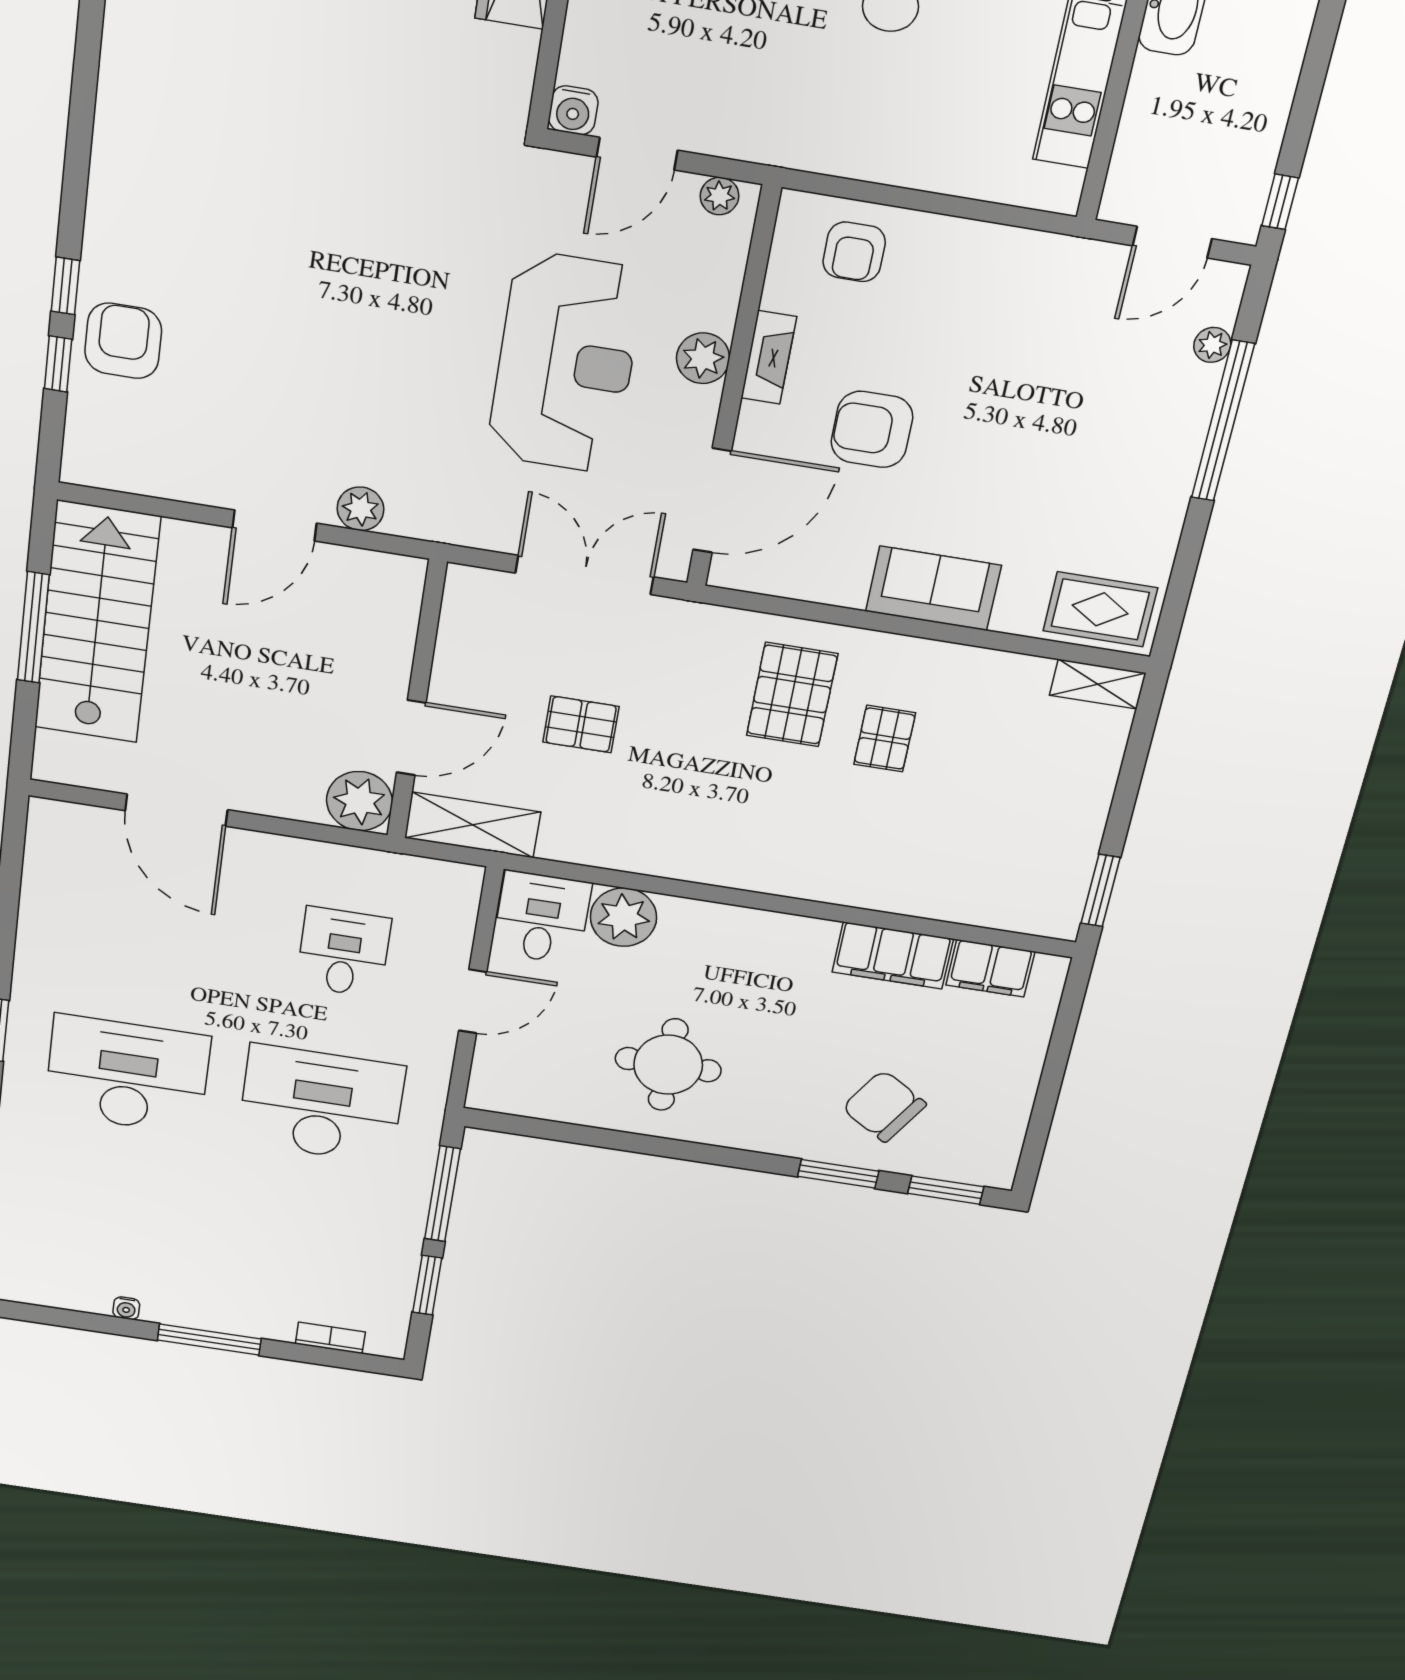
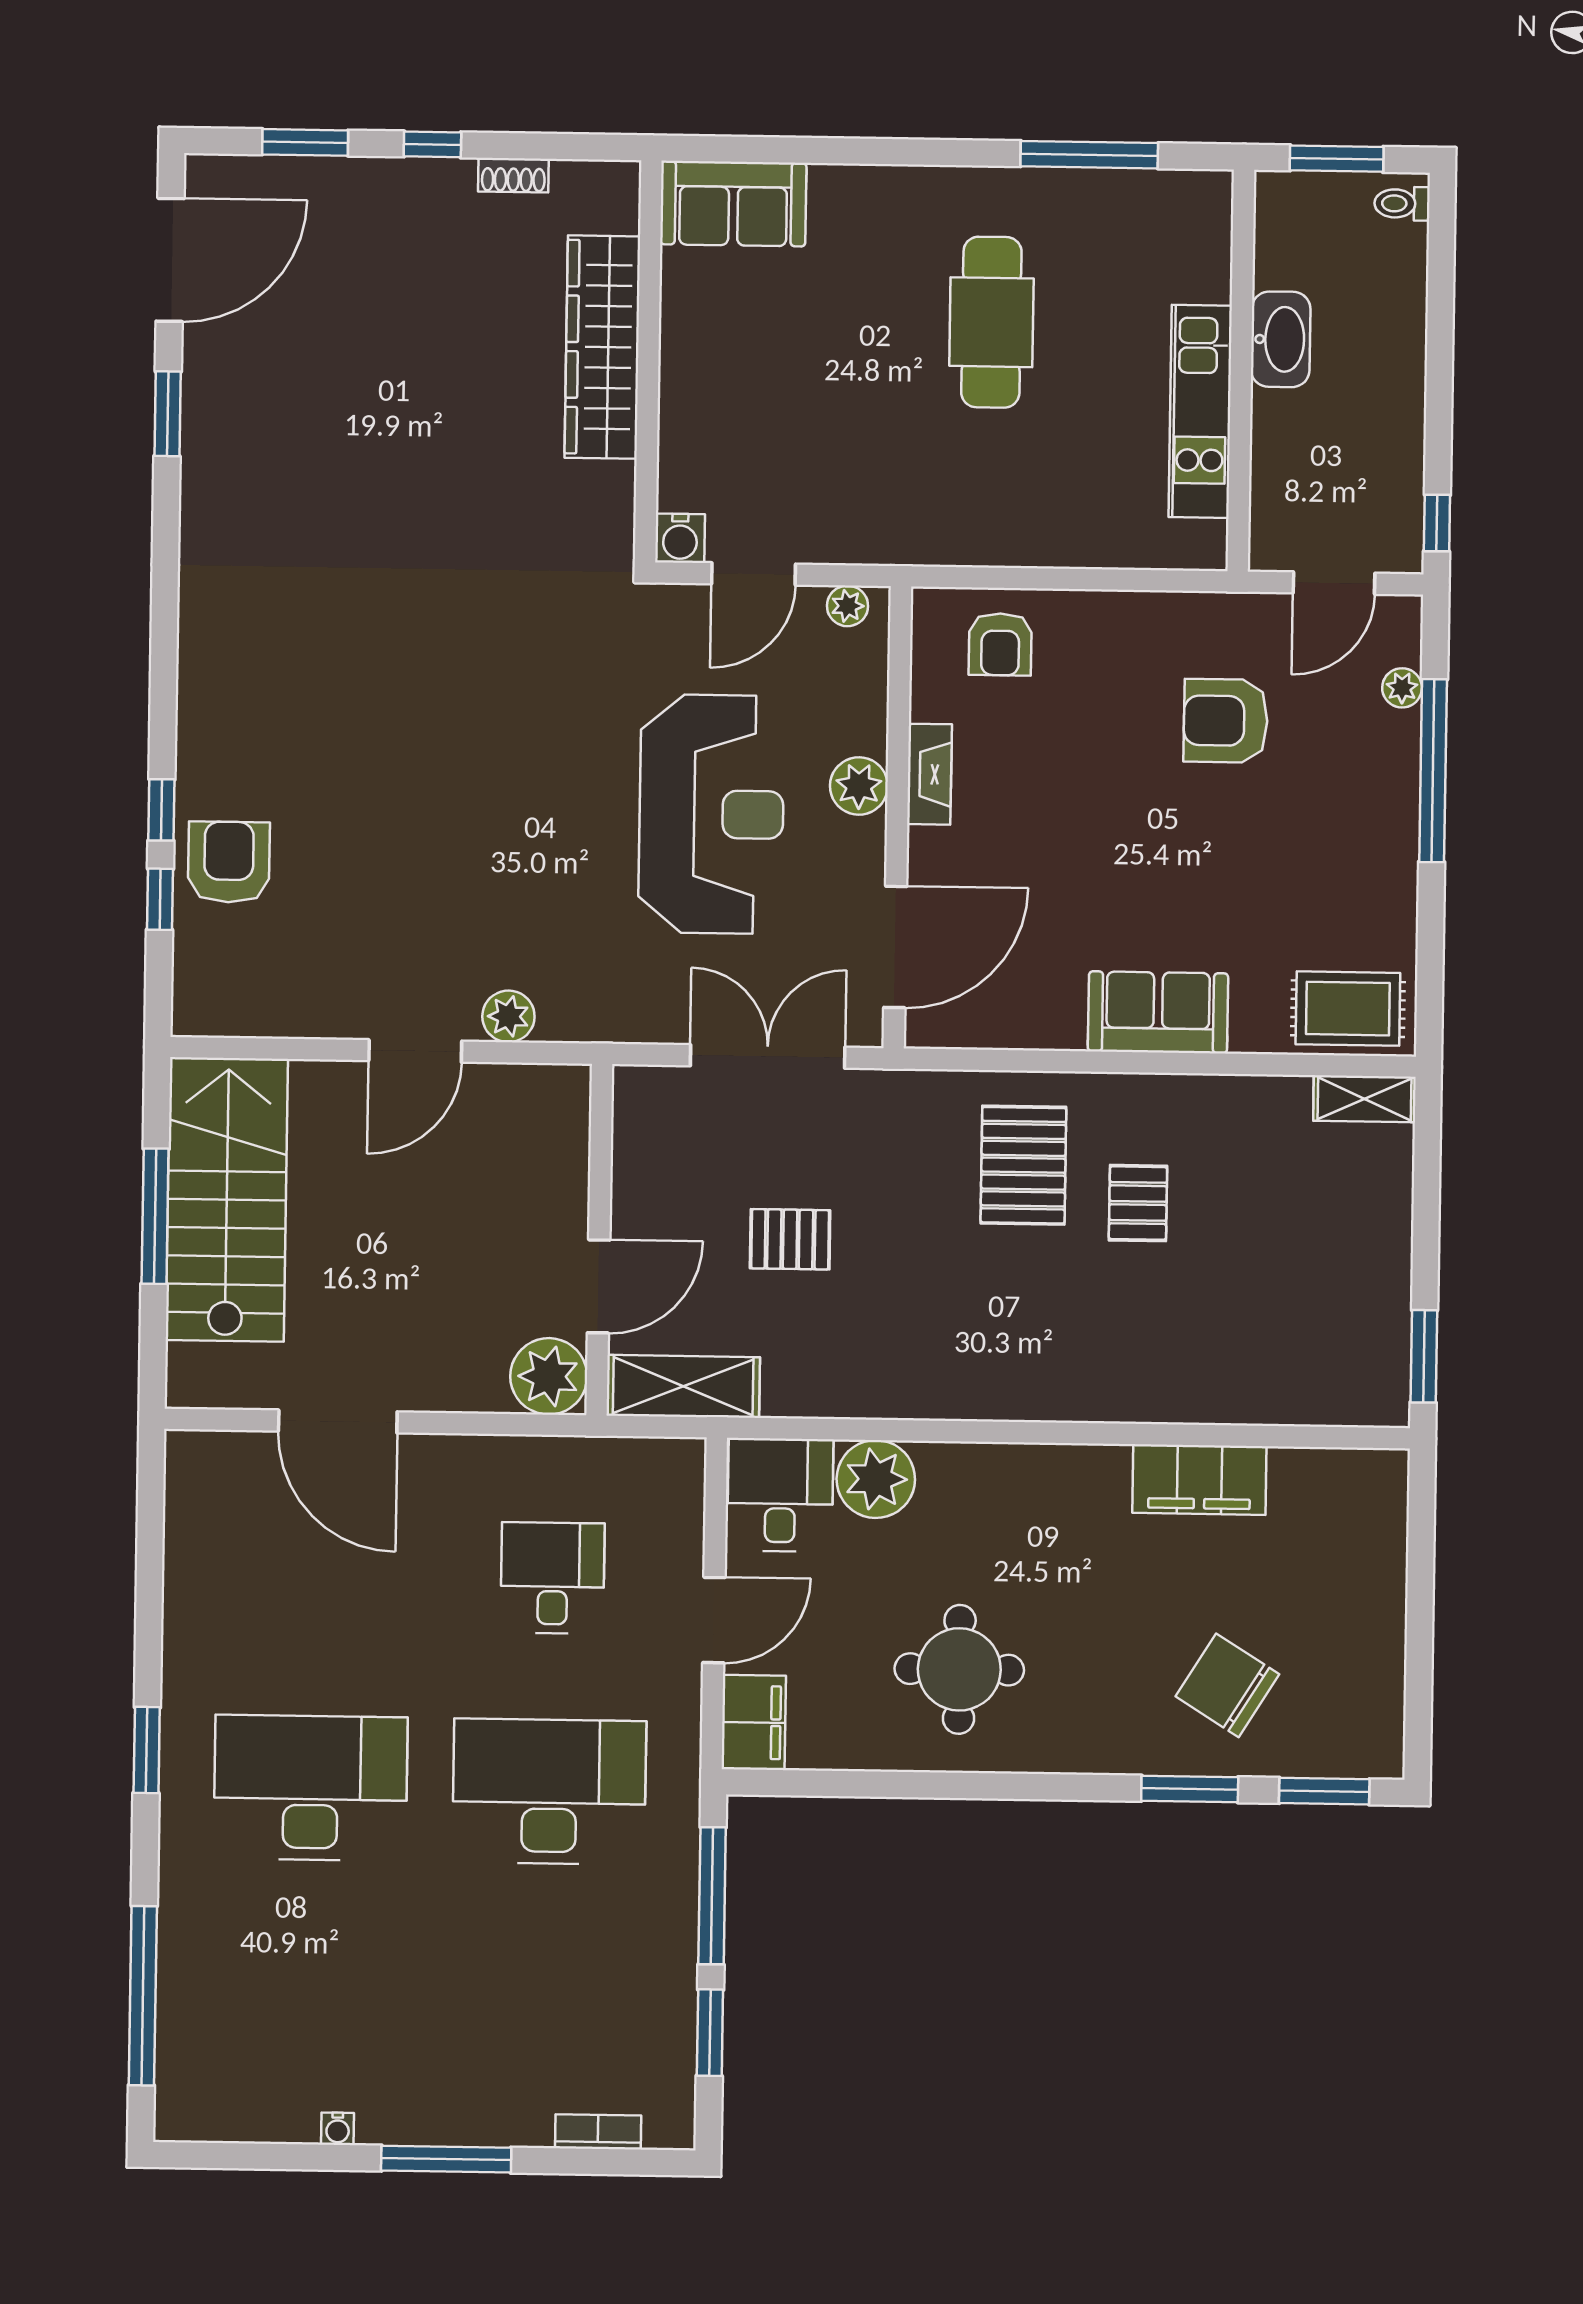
armchair: (872, 429) -> (1226, 721), moved
filing cabinet: (990, 968) -> (754, 1722), moved, turned -90

